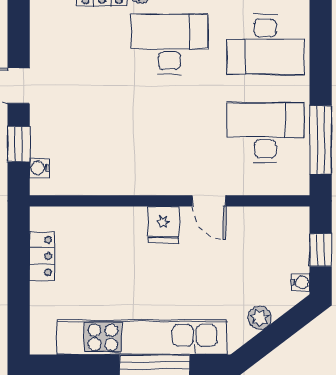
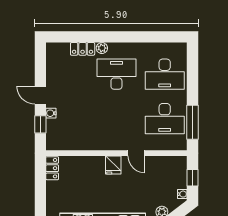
desk: (265, 132) -> (165, 119), turned 180
water cooler: (39, 168) -> (51, 113), moved
locker: (42, 256) -> (52, 168), moved

